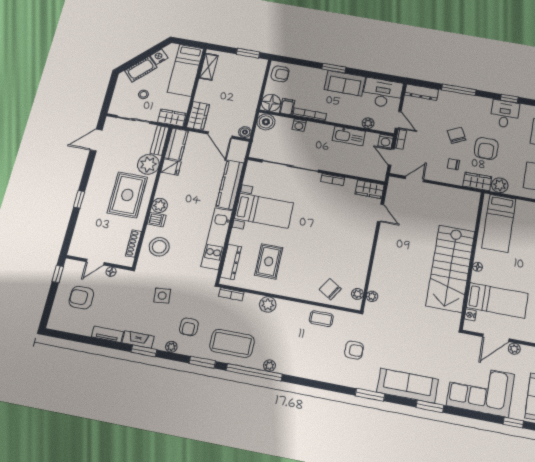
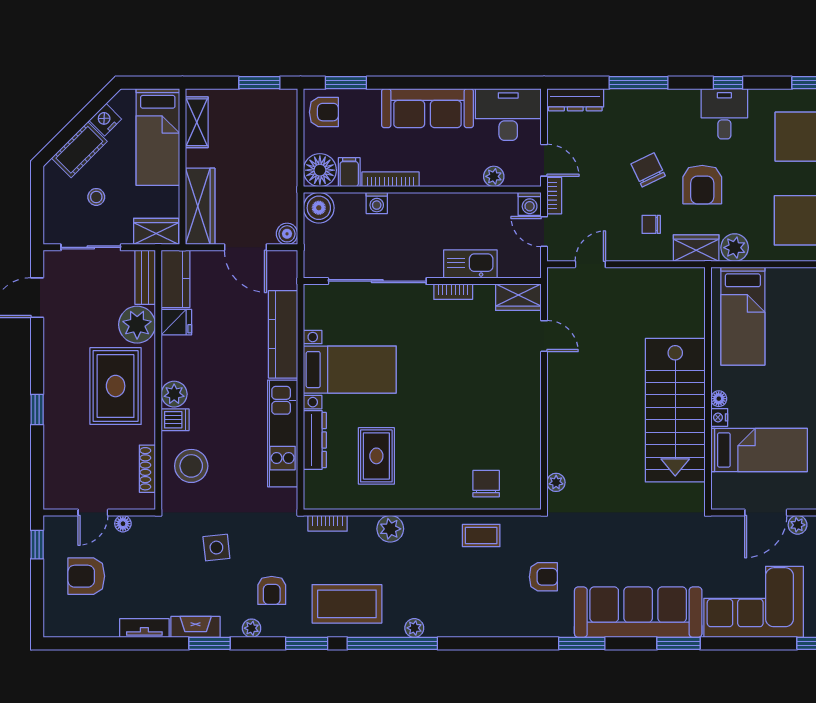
window: (334, 68) -> (346, 83), moved
sofa: (345, 83) -> (428, 108), width x1.36
wardrobe: (198, 116) -> (200, 206), width x1.50
kitchen sink: (349, 136) -> (470, 264), moved, turned 180
dresser: (231, 262) -> (315, 440), moved
chair: (330, 289) -> (486, 484), turned 58
plant: (357, 294) -> (532, 483), removed
nightstand: (470, 315) -> (719, 417), moved
sofa: (408, 386) -> (638, 612), width x1.36, depth x1.27

